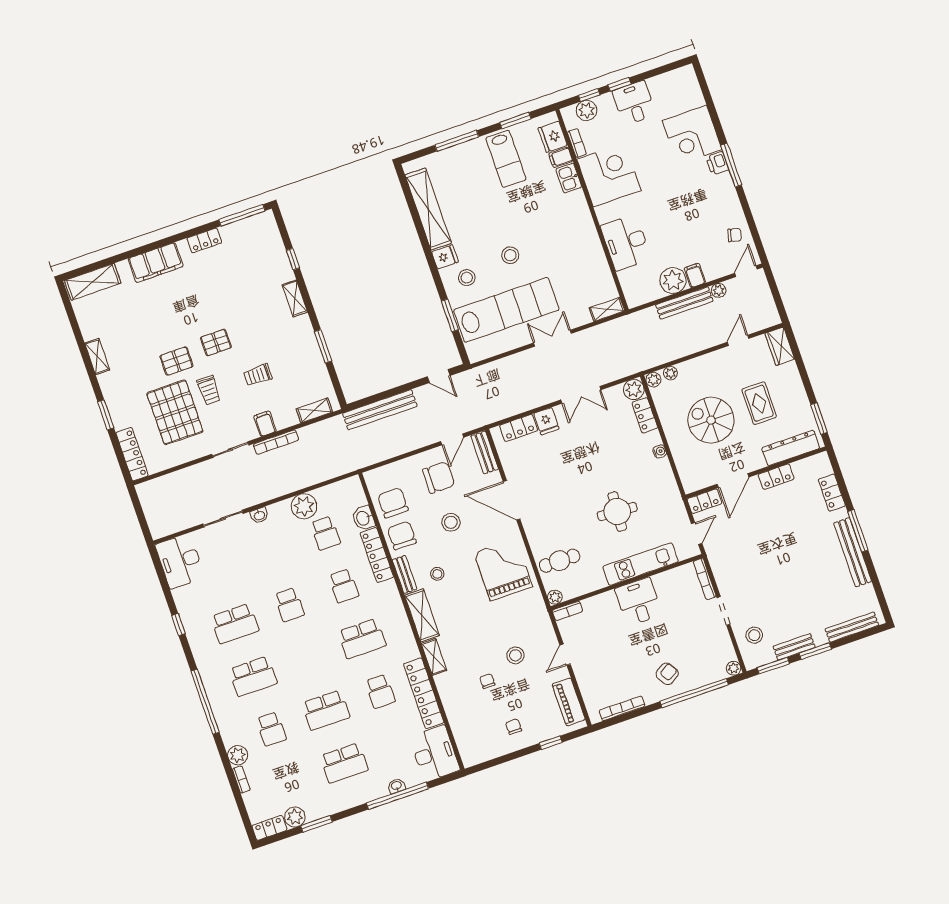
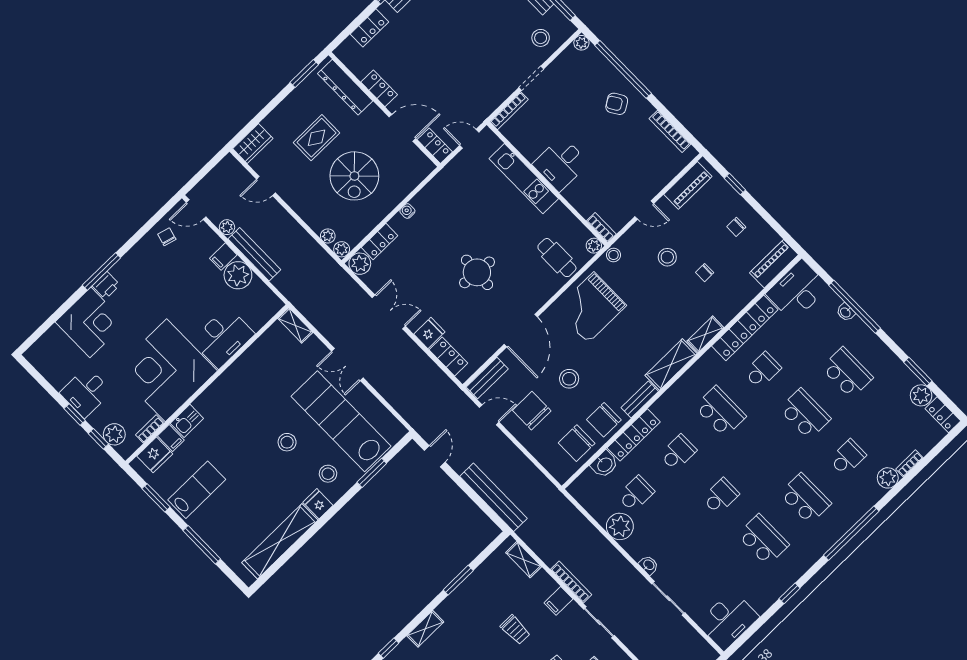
corner desk: (609, 175) -> (166, 370), width x1.36, depth x1.36
round table: (617, 511) -> (477, 272), moved
stool: (437, 574) -> (614, 255), moved
piano: (467, 744) -> (774, 264), added

